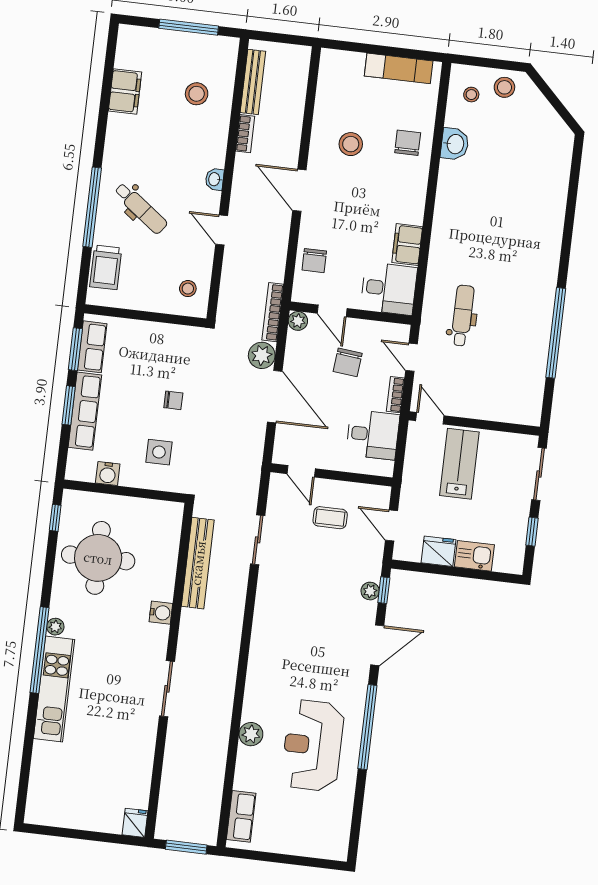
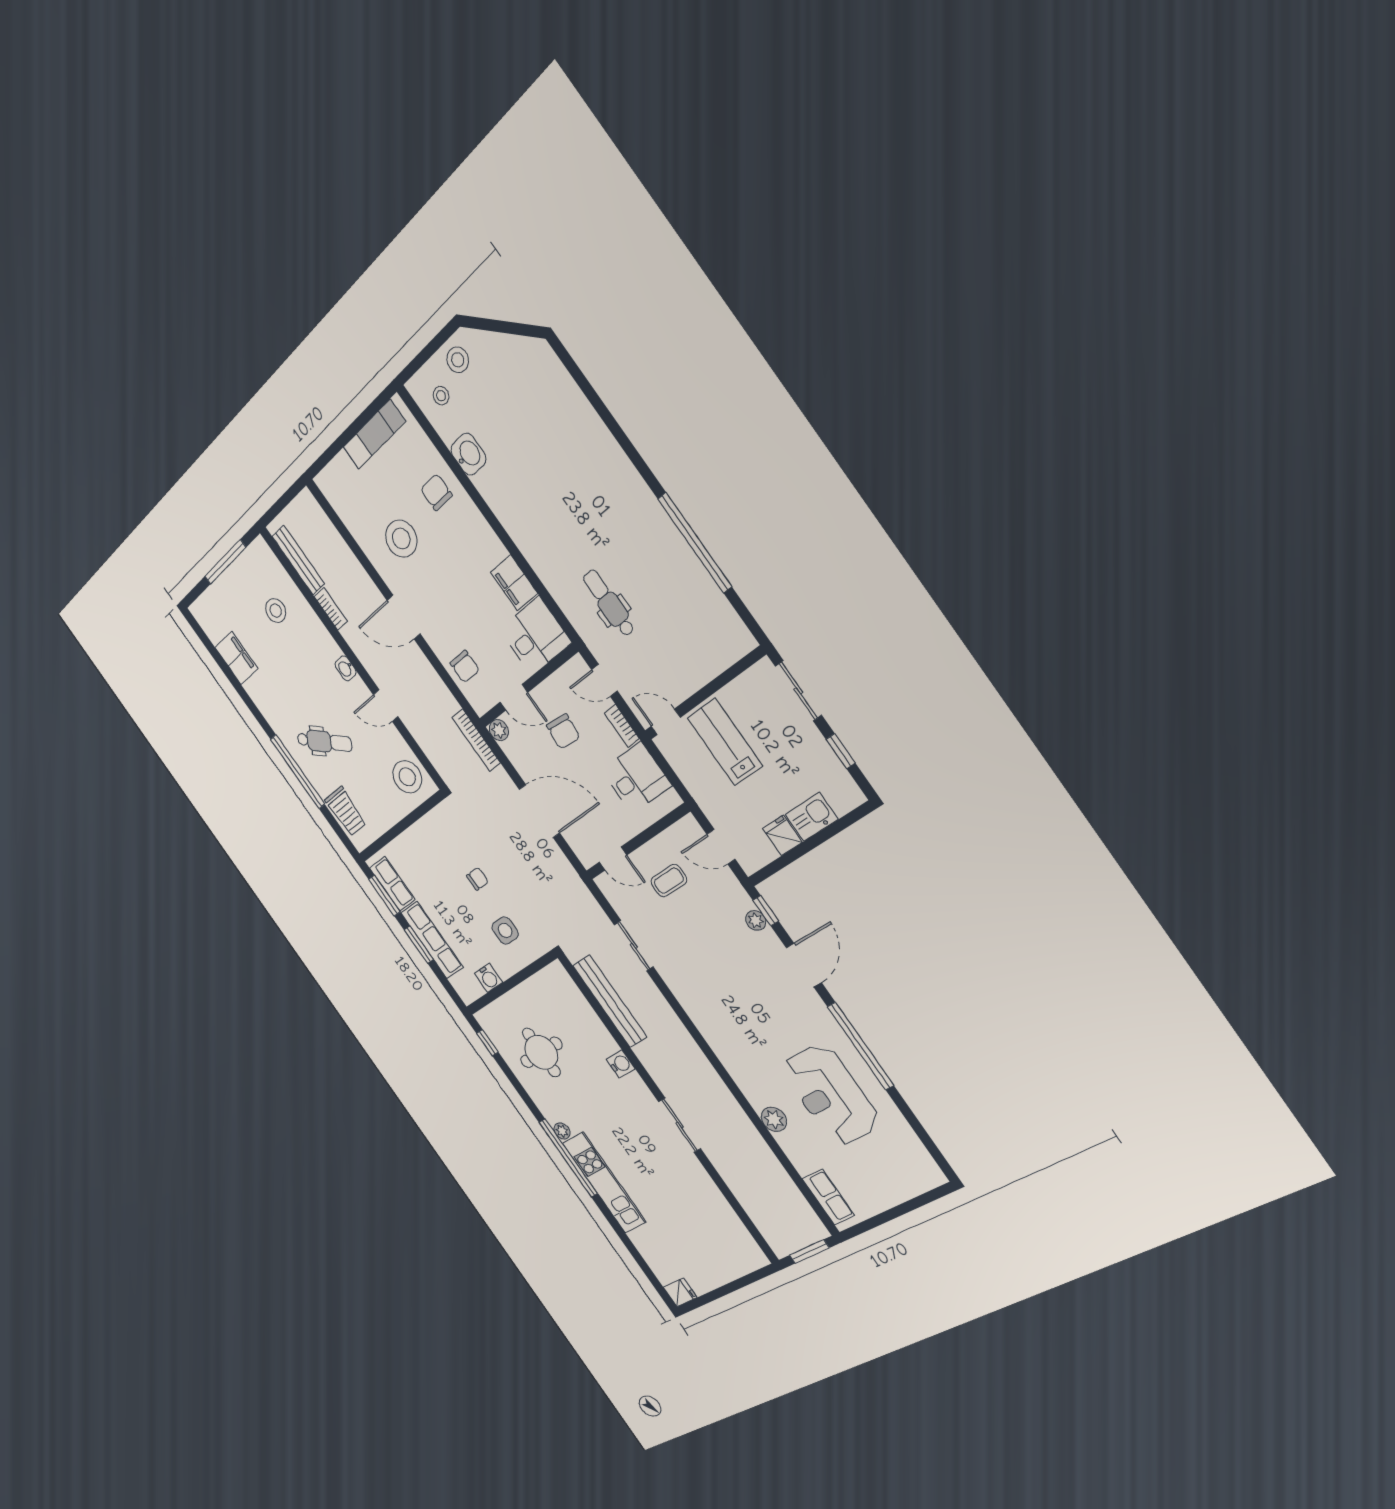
stool: (351, 144) -> (401, 539), width x1.38, depth x1.38
stool: (188, 289) -> (407, 777), width x1.89, depth x1.89
plant: (262, 355) -> (501, 784), removed
fridge: (438, 551) -> (782, 835), width x0.72
round table: (98, 558) -> (541, 1052), width x0.73, depth x0.73
fridge: (135, 823) -> (680, 1292), moved, turned 90

